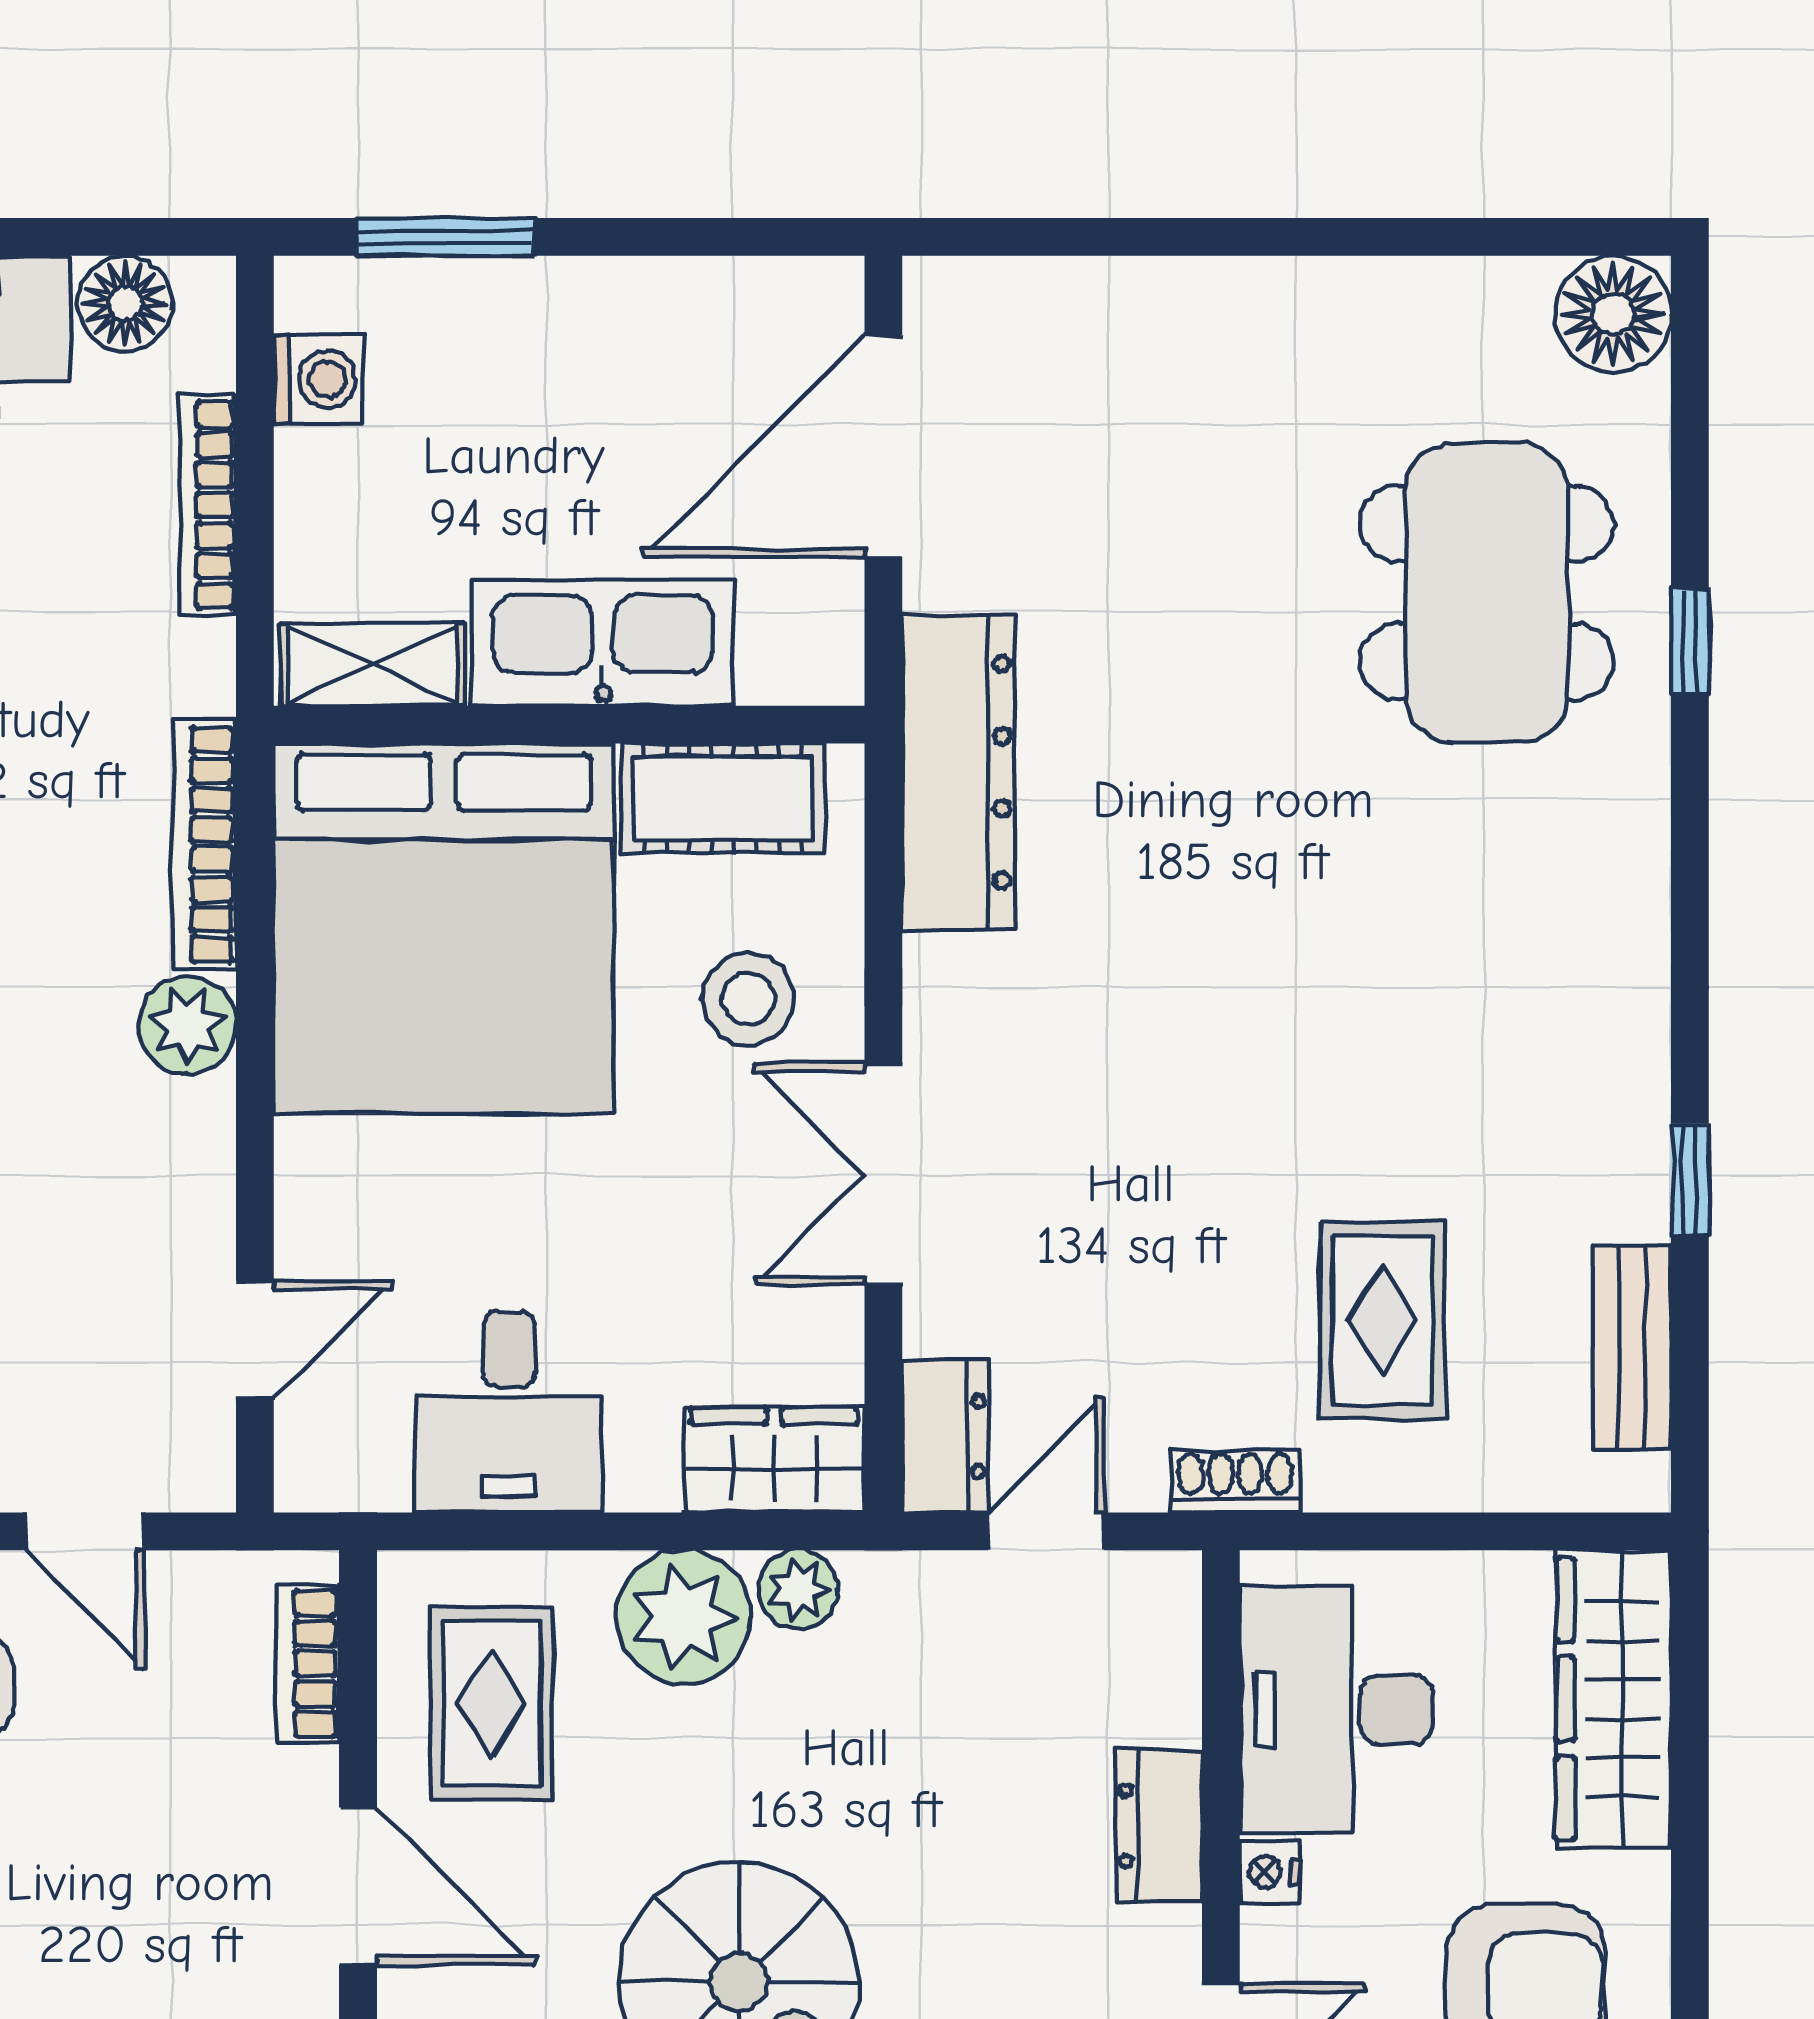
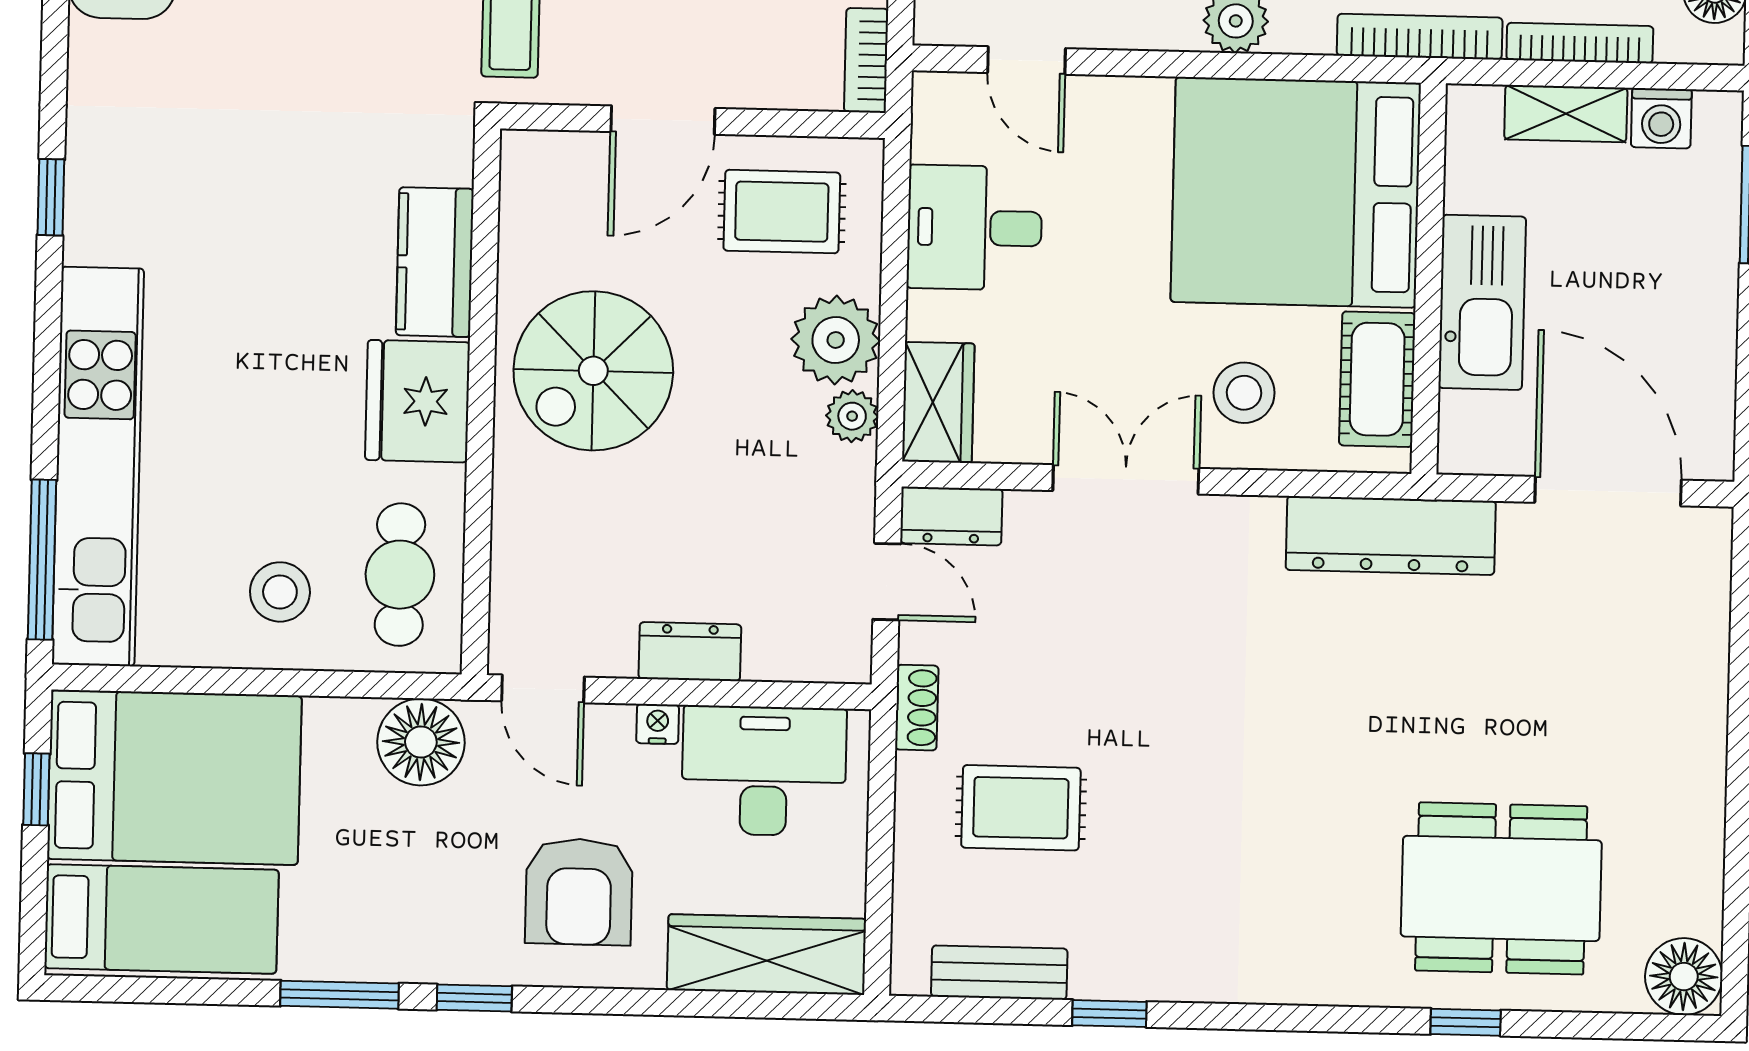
shelving: (372, 665) -> (1566, 114), moved, turned 90
bookcase: (204, 845) -> (1420, 37), moved
bookcase: (308, 1664) -> (866, 60), moved, turned -90

